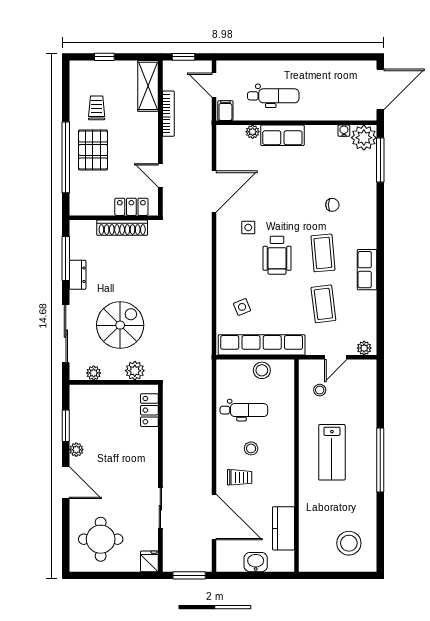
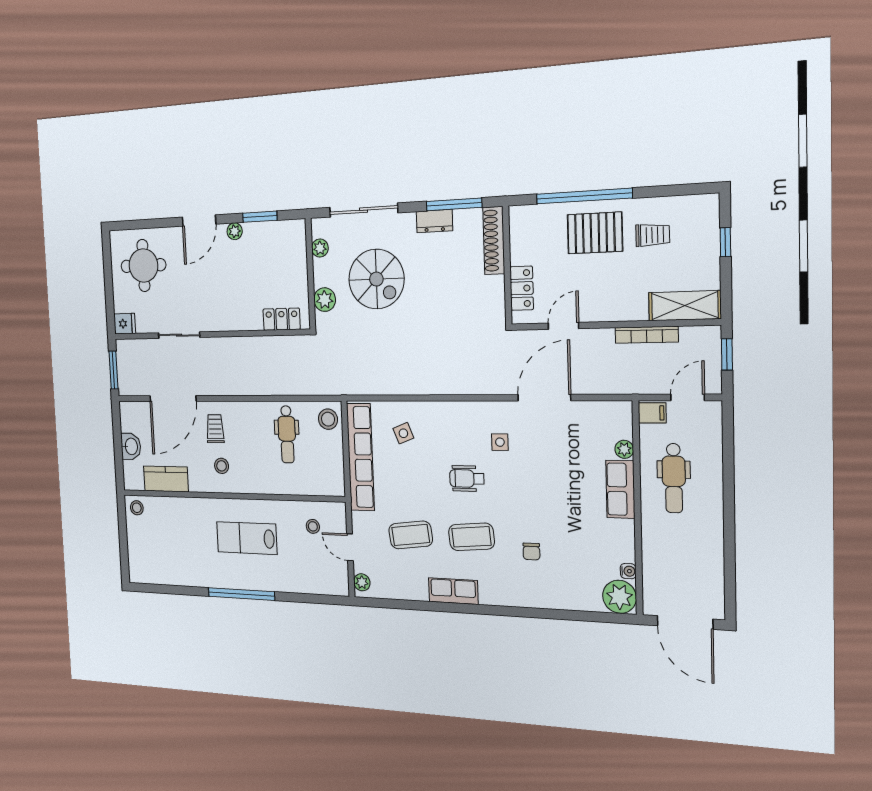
window: (380, 160) -> (590, 616), removed
door: (214, 192) -> (544, 398), swing flipped
shoe rack: (122, 228) -> (494, 241), moved
wheelchair: (277, 255) -> (467, 479), width x0.73, depth x0.73
stool: (262, 370) -> (328, 419), moved
stool: (251, 448) -> (222, 466), moved
trolley: (240, 477) -> (215, 429), turned 180
stool: (349, 543) -> (137, 508), moved, width x0.53, depth x0.53

